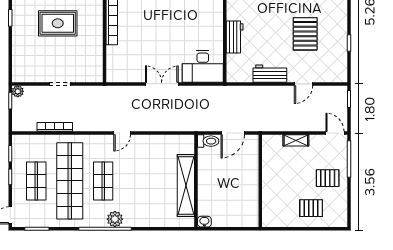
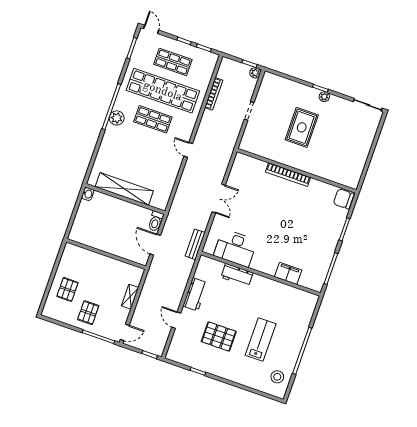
plant: (17, 11) -> (324, 97), added
desk: (203, 66) -> (235, 248), moved, turned -90
bench: (218, 92) -> (195, 244), added

